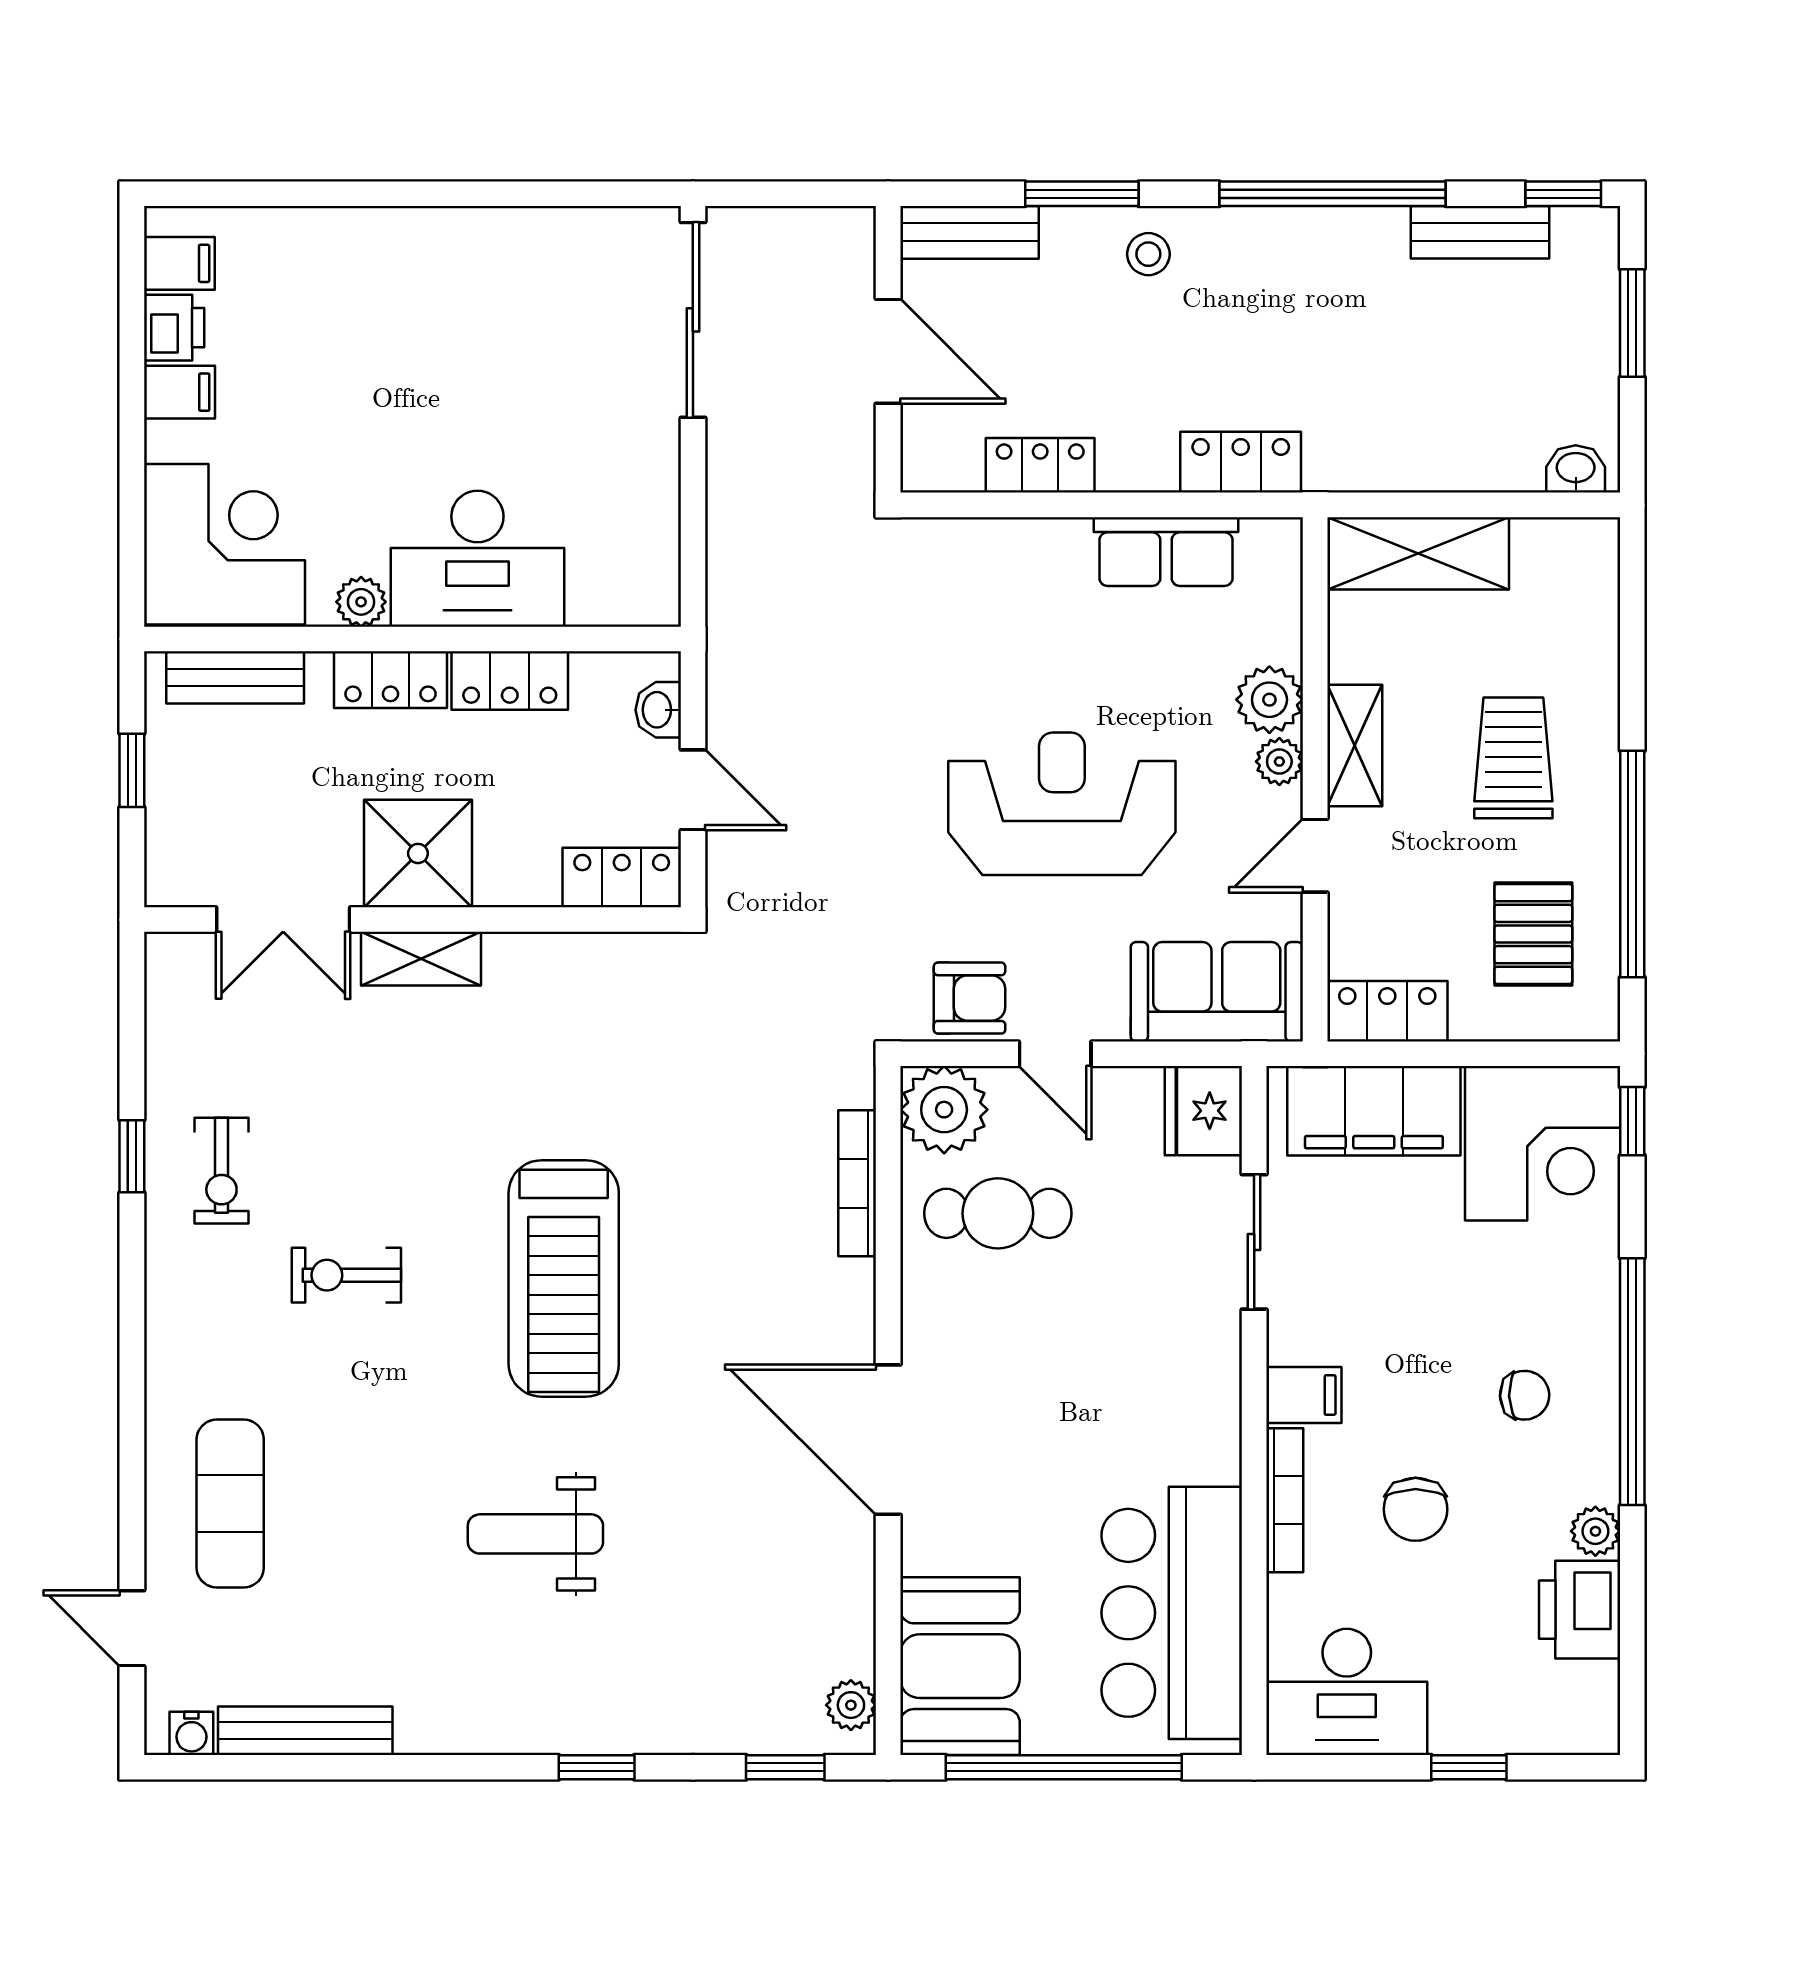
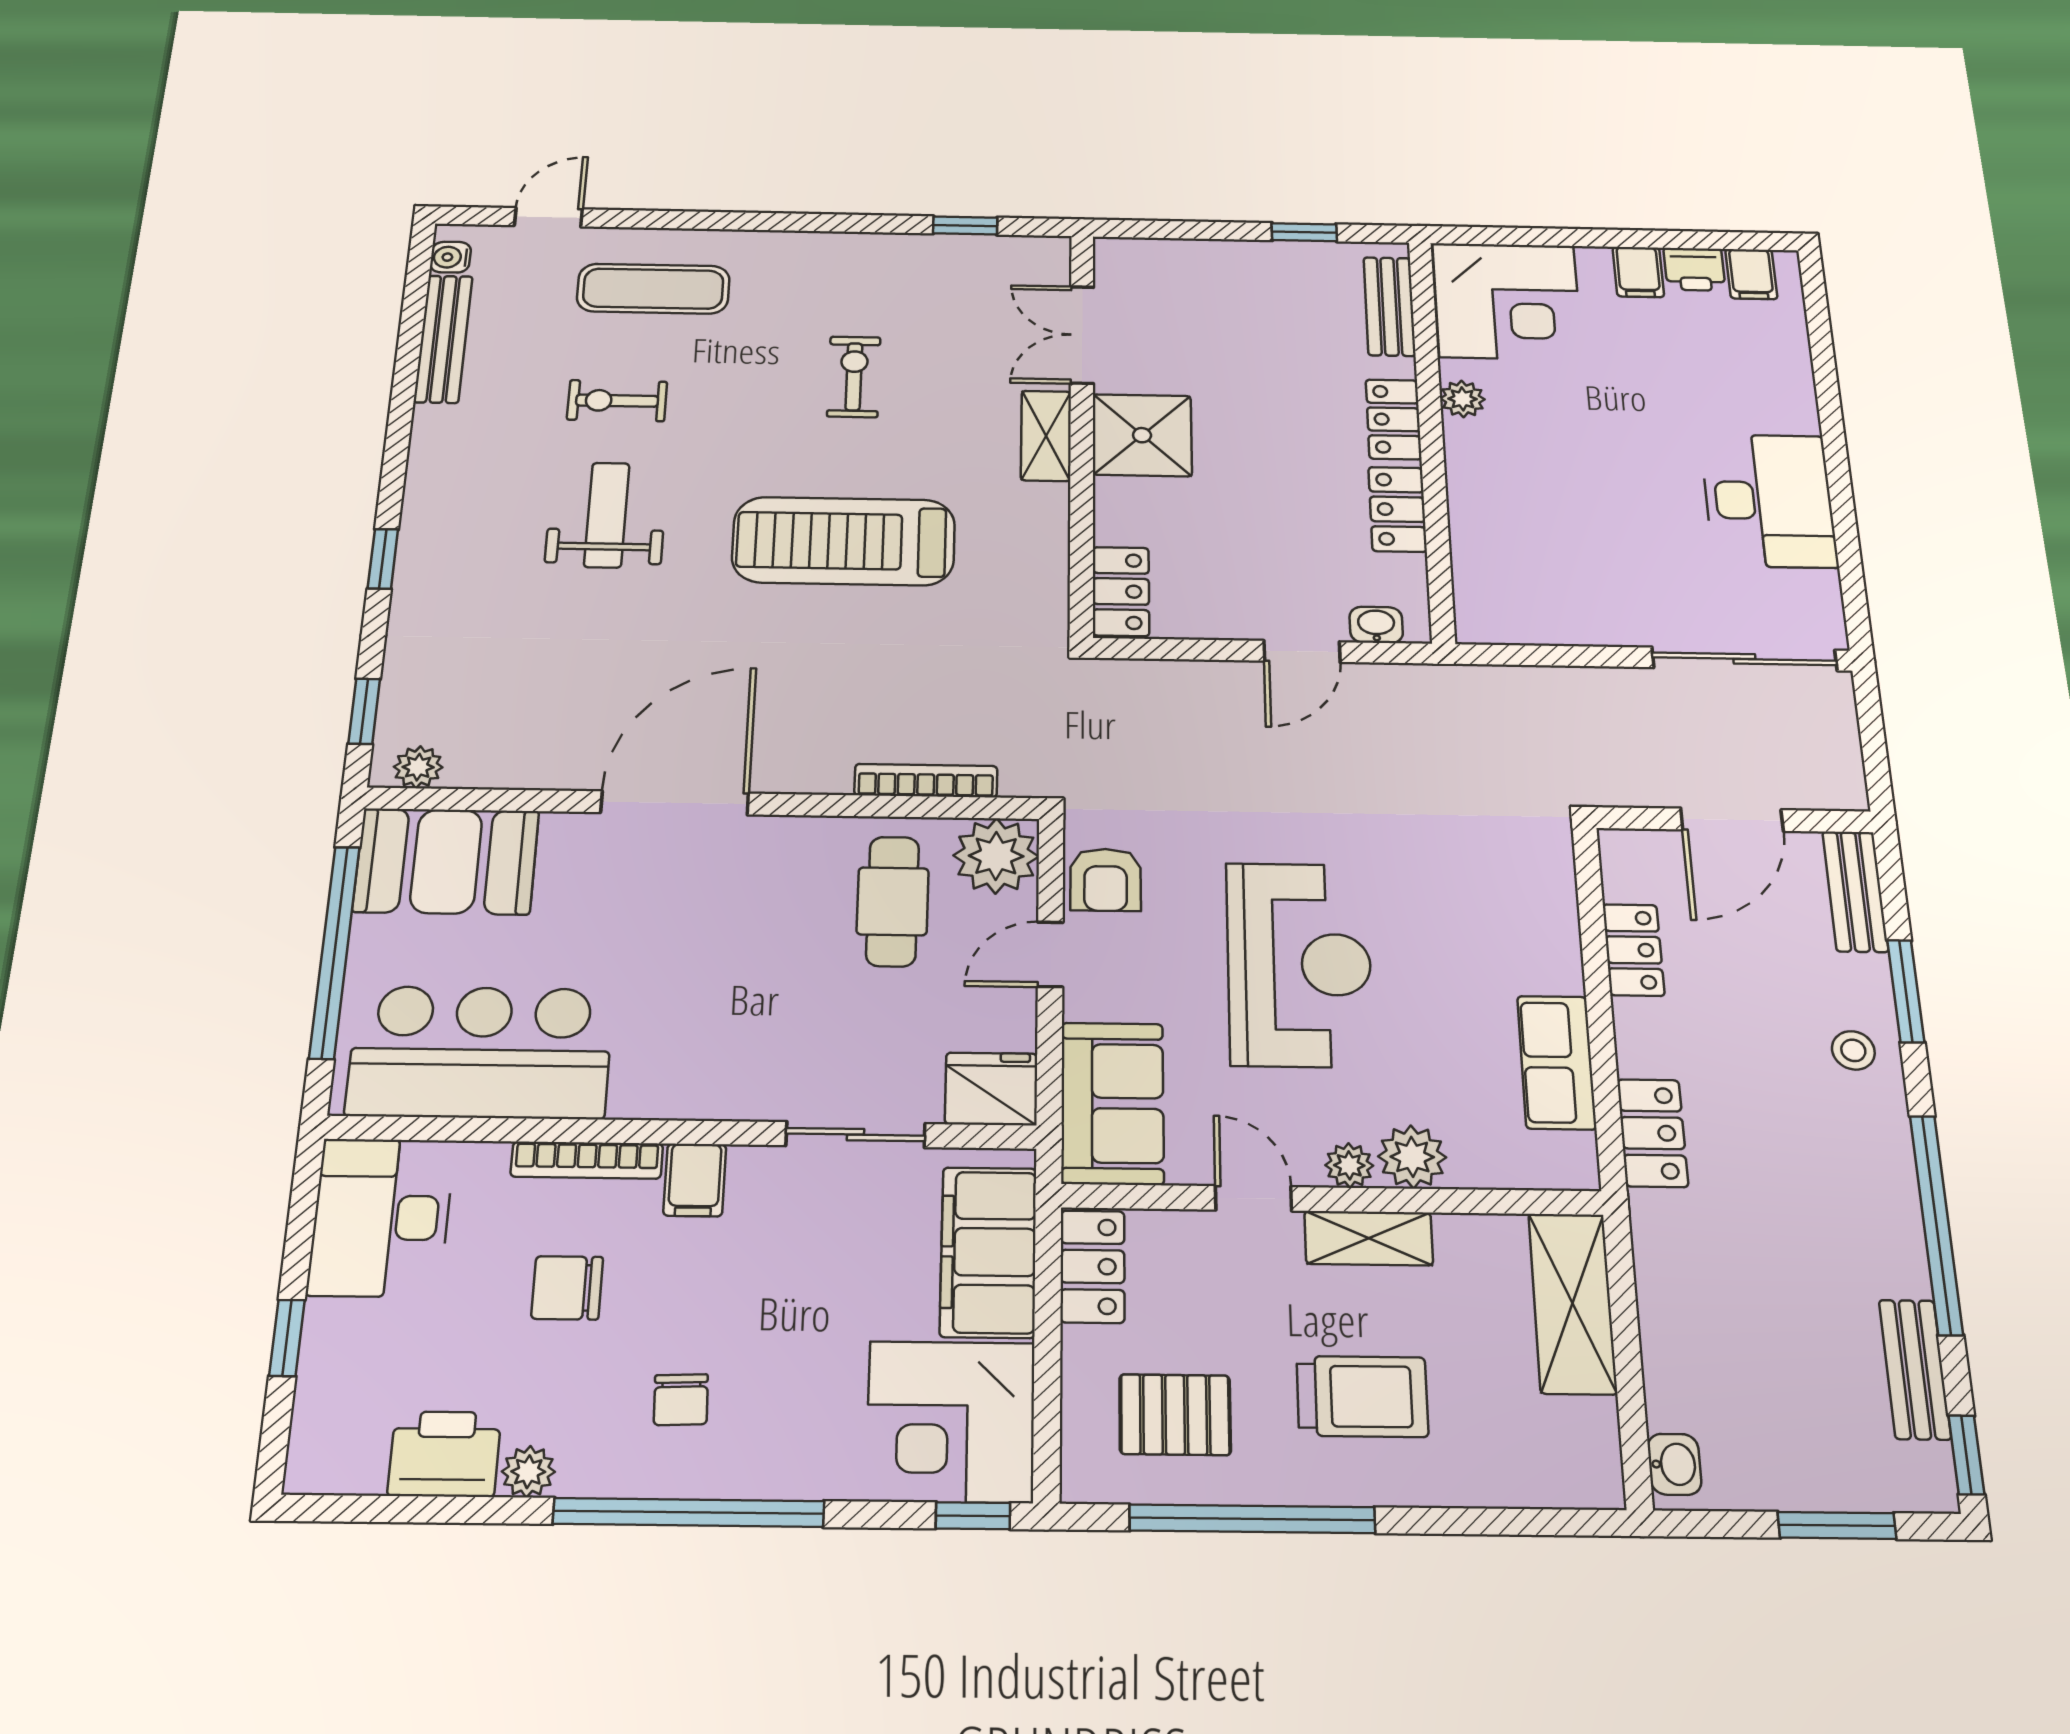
desk: (477, 559) -> (1769, 501), moved, turned 180
shower: (418, 853) -> (1142, 435), moved
locker: (622, 877) -> (1121, 591), moved
double door: (283, 920) -> (1082, 335), moved
wall: (412, 920) -> (1082, 430), moved
shelving: (421, 959) -> (1046, 436), moved
exercise bike: (221, 1171) -> (617, 401), moved

